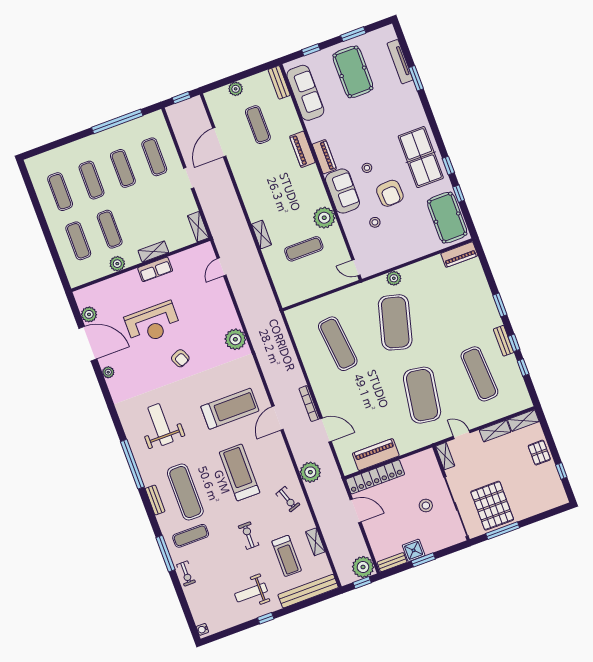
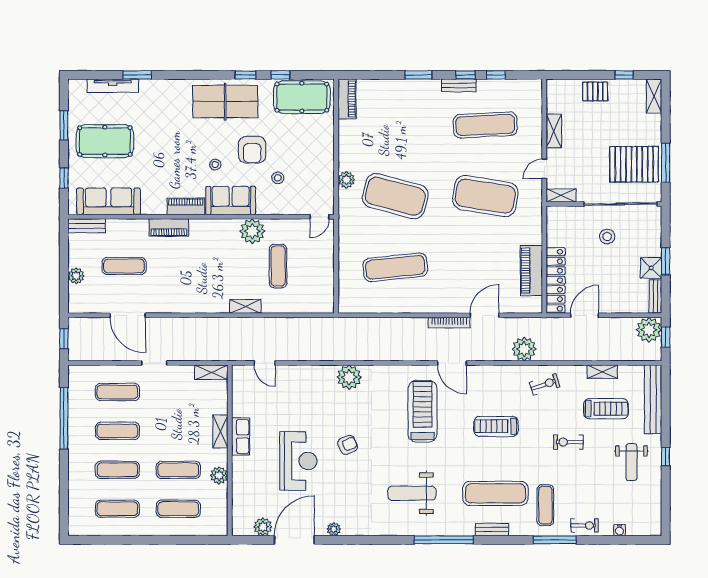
armchair: (390, 193) -> (252, 150), turned 93
shelving: (523, 421) -> (654, 96), moved
treadmill: (240, 472) -> (496, 426), width x0.73, depth x0.73
water cooler: (202, 629) -> (620, 530), moved

